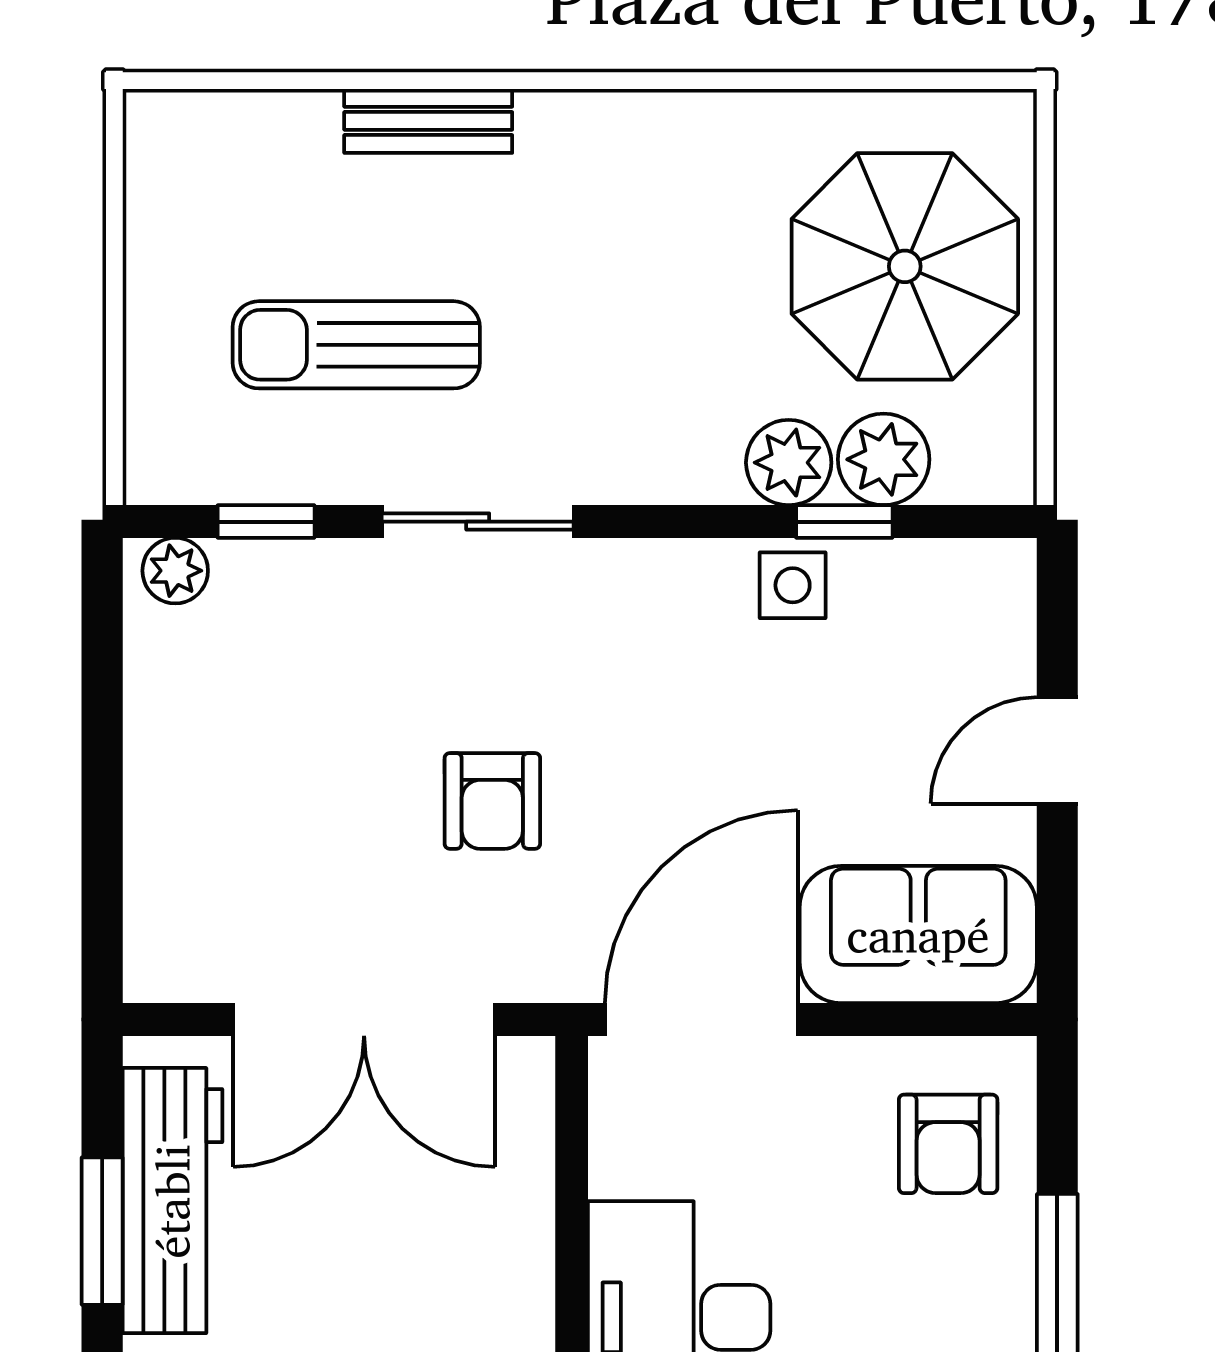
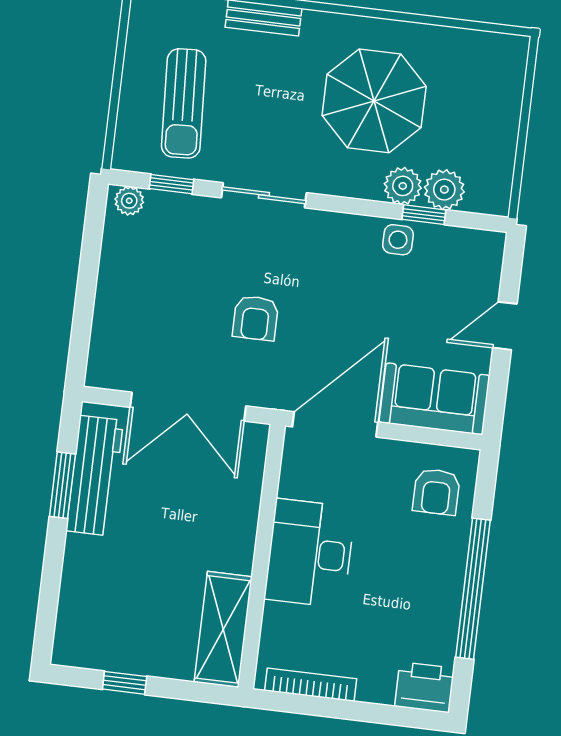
parasol: (905, 266) -> (374, 101), moved
sun lounger: (356, 345) -> (184, 103), moved, turned -93

